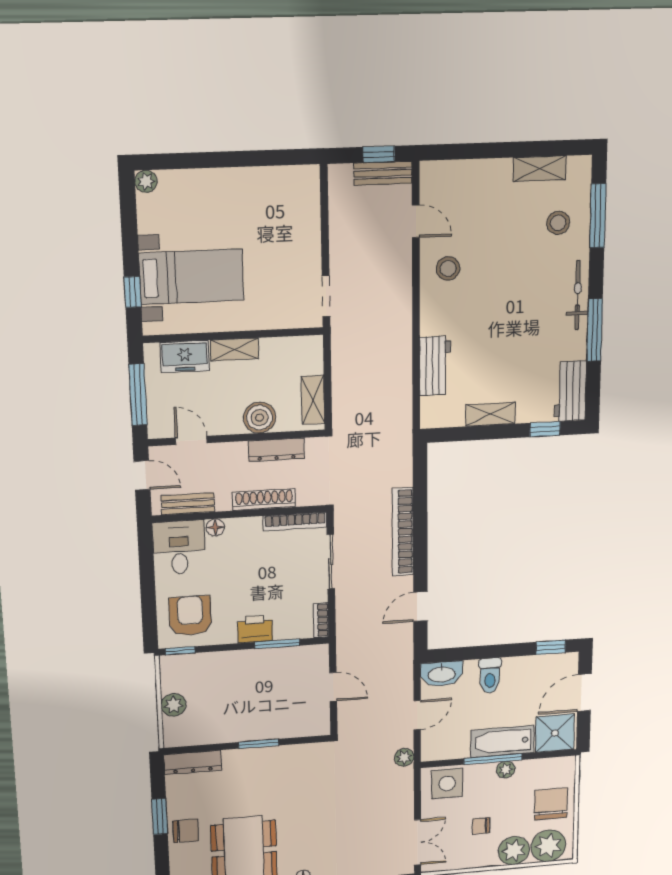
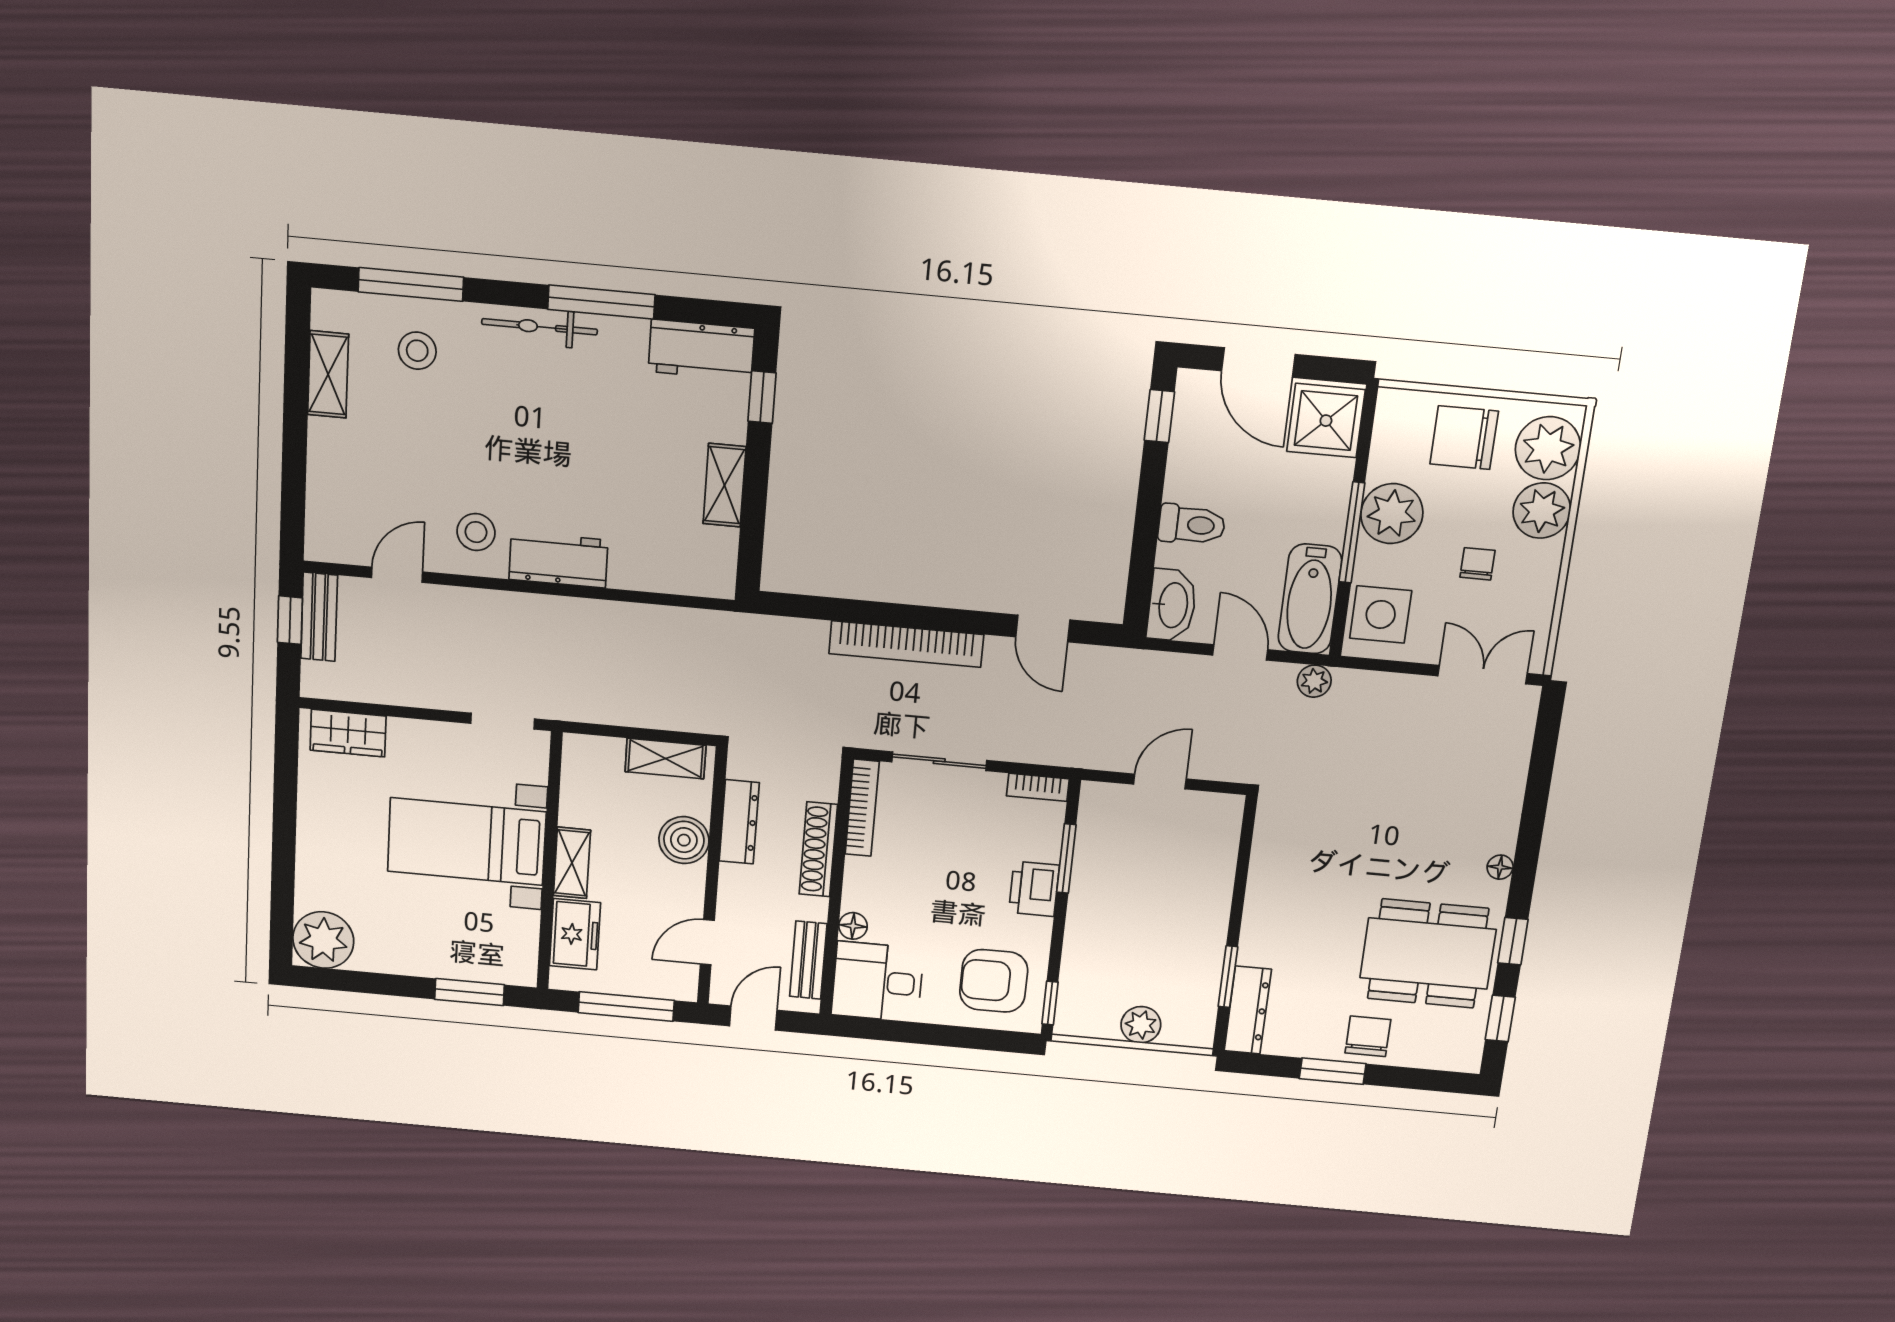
plant: (146, 181) -> (323, 940), width x1.88, depth x1.88
wardrobe: (306, 197) -> (348, 733), added
bed with nightstands: (191, 277) -> (467, 842), moved, turned -90
window: (133, 292) -> (470, 992), width x1.50
workbench: (435, 366) -> (558, 560), moved
bathtub: (502, 741) -> (1310, 599), moved
window: (259, 744) -> (1228, 977), moved
plant: (506, 770) -> (1392, 514), width x1.87, depth x1.87
chair: (481, 826) -> (1478, 564), turned 180

